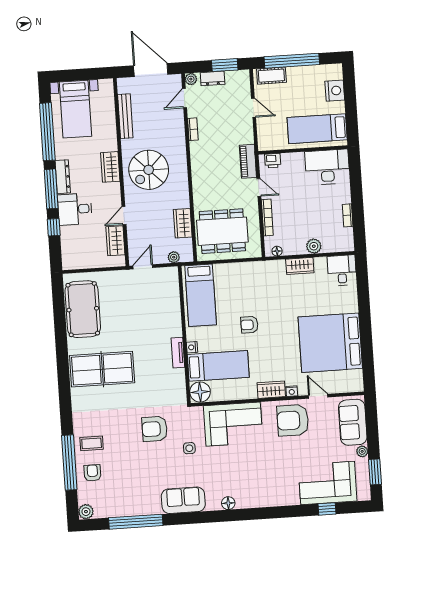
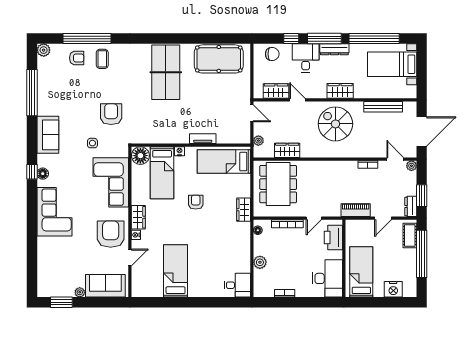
dresser: (213, 78) -> (411, 206), moved
piano: (248, 161) -> (356, 210), moved
printer: (273, 161) -> (333, 237), width x1.87, depth x1.48
chair: (73, 248) -> (272, 54), added
wardrobe: (300, 266) -> (244, 210), moved
bed: (330, 343) -> (176, 271), width x0.49
tv unit: (178, 353) -> (203, 139), moved
corner sofa: (328, 483) -> (54, 212), moved
window: (327, 509) -> (32, 172), moved

